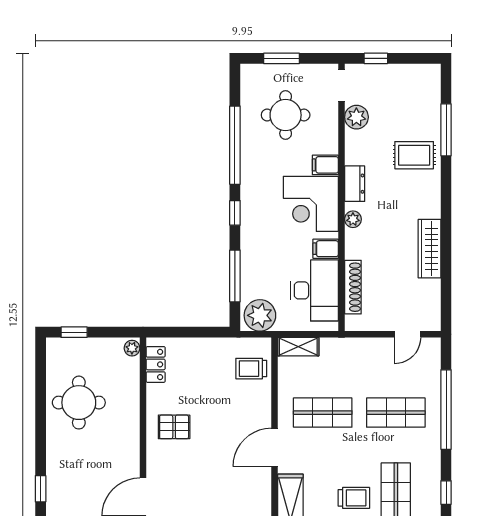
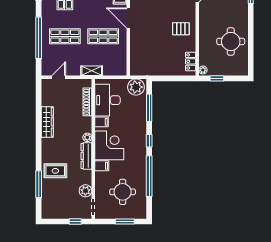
dresser: (355, 184) -> (86, 156), width x1.44
window: (74, 332) -> (217, 78), moved
shelving: (298, 347) -> (92, 71), moved
trolley: (251, 369) -> (141, 59), removed
door: (275, 447) -> (128, 18), swing flipped

